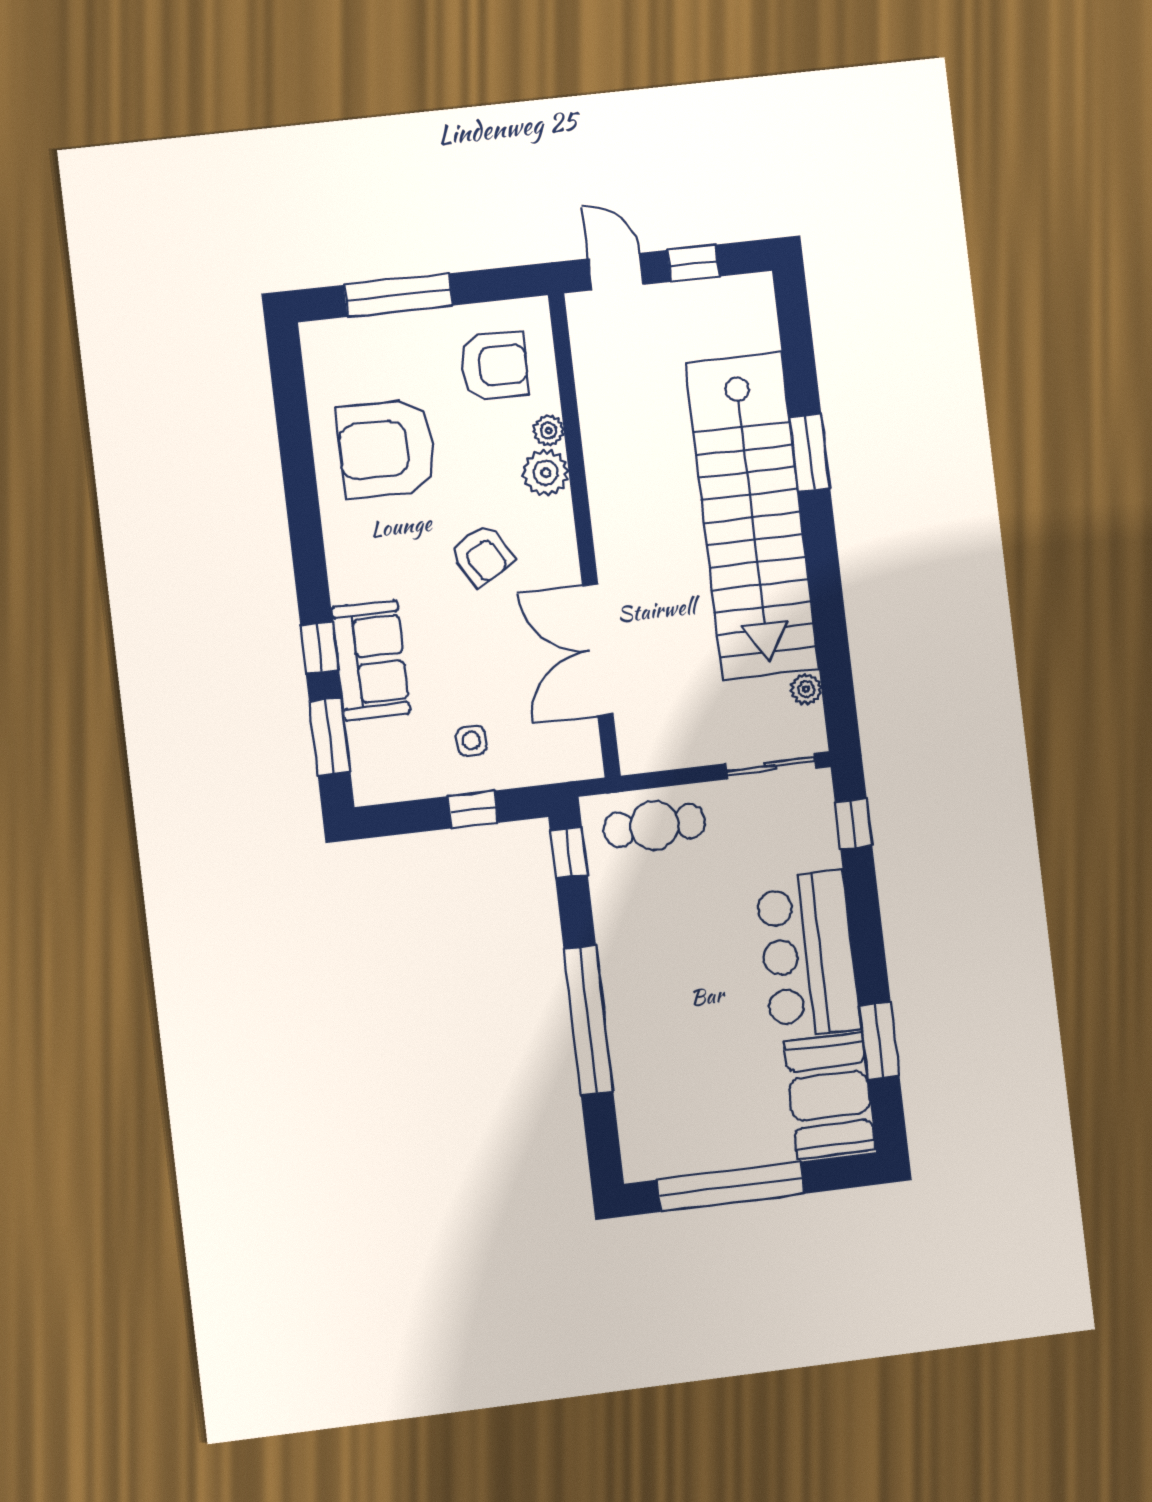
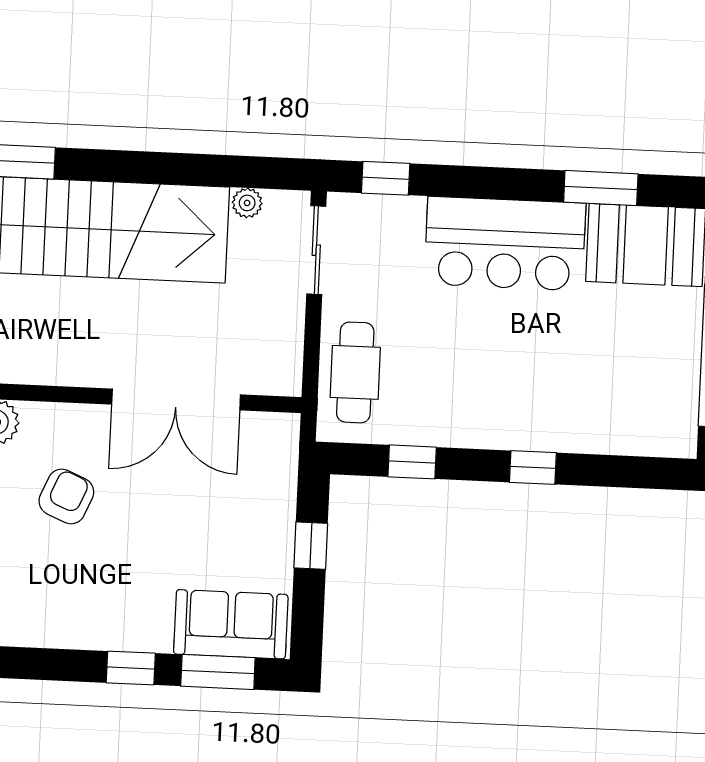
armchair: (482, 555) -> (66, 496), turned -36
sofa: (371, 660) -> (231, 624), moved
side table: (471, 741) -> (244, 536), removed
window: (569, 853) -> (412, 462), moved
window: (588, 1020) -> (533, 467), width x0.32

